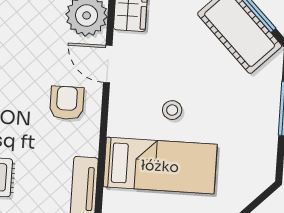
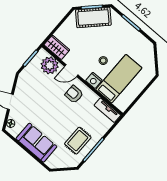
nightstand: (121, 121) -> (94, 80), added

